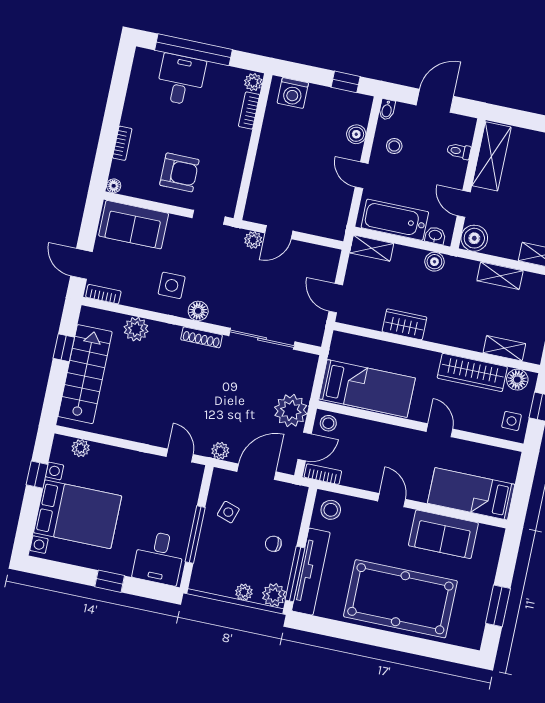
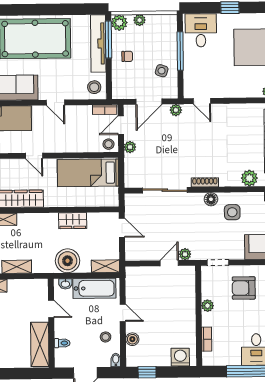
plant: (253, 82) -> (208, 306), moved
boiler: (474, 238) -> (39, 288), removed
boiler: (434, 262) -> (68, 261), width x1.86, depth x1.86
plant: (291, 411) -> (130, 147), width x0.53, depth x0.53

